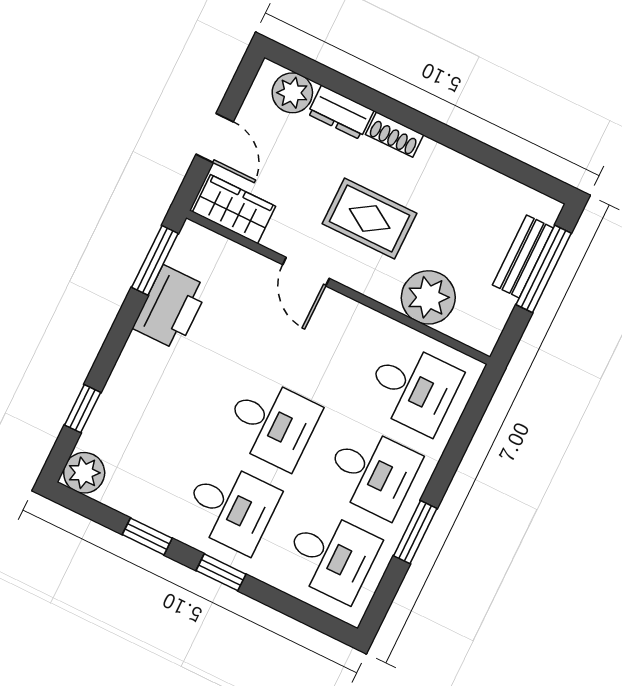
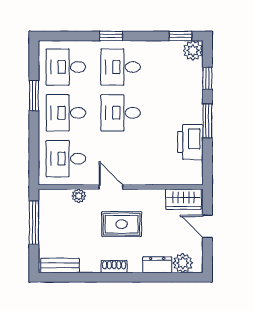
shoe rack: (395, 135) -> (114, 267), moved
bench: (523, 256) -> (60, 265), moved, turned 90
window: (155, 260) -> (207, 121), moved
window: (544, 269) -> (34, 223), moved
door: (306, 272) -> (111, 187), moved
plant: (428, 297) -> (79, 196), width x0.53, depth x0.53
window: (147, 536) -> (180, 36), moved

